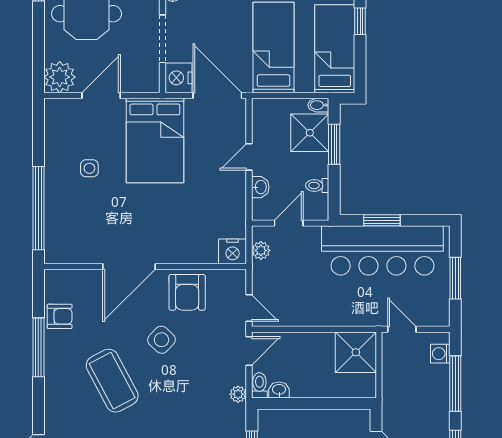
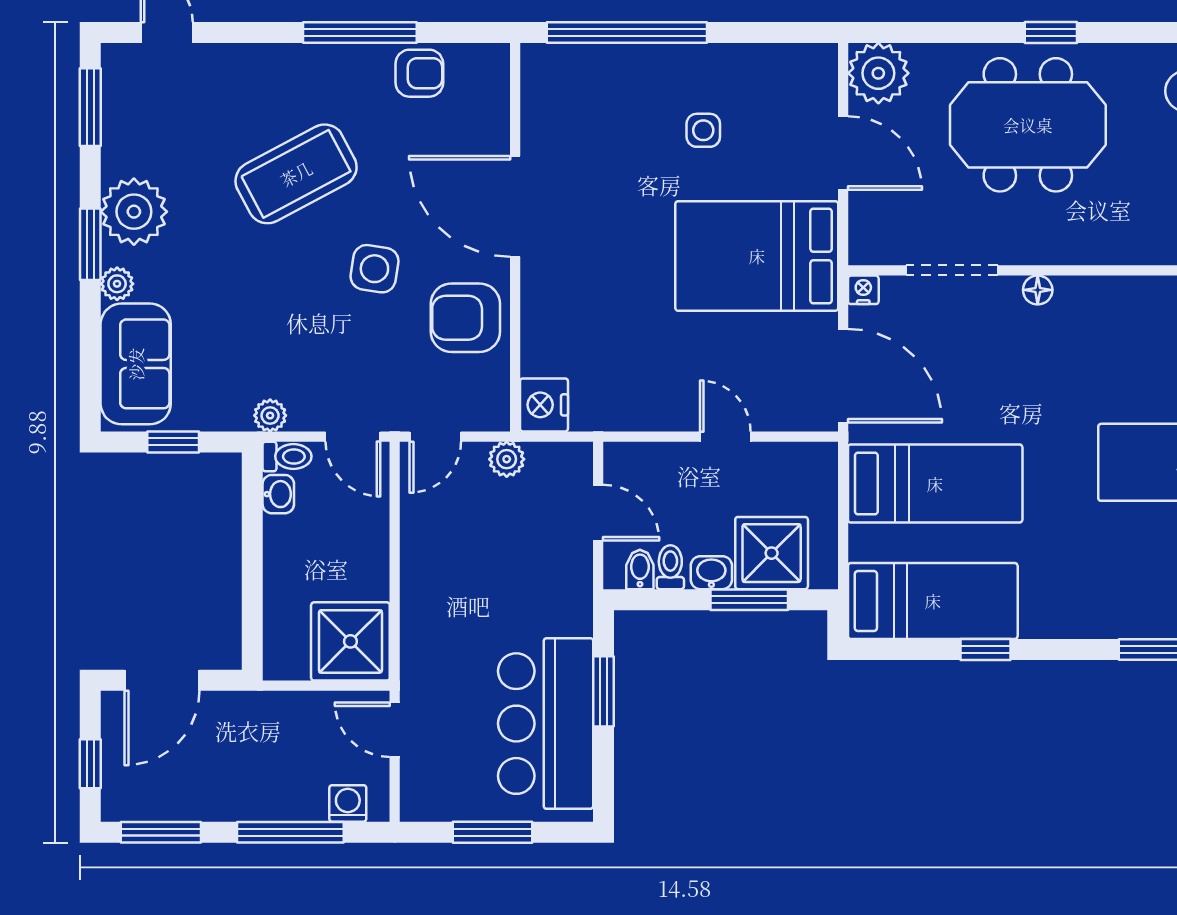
nightstand: (178, 78) -> (863, 290), width x0.53, depth x0.56
door: (217, 95) -> (843, 376), hinge flipped
bidet: (318, 105) -> (640, 569), moved
washbasin: (260, 187) -> (711, 573), moved, turned 180
plant: (261, 250) -> (507, 459), moved
bar counter: (382, 250) -> (546, 724), width x0.73
armchair: (60, 316) -> (419, 73), turned -90
door: (402, 329) -> (395, 730), swing flipped
side table: (162, 340) -> (374, 269), turned -34

